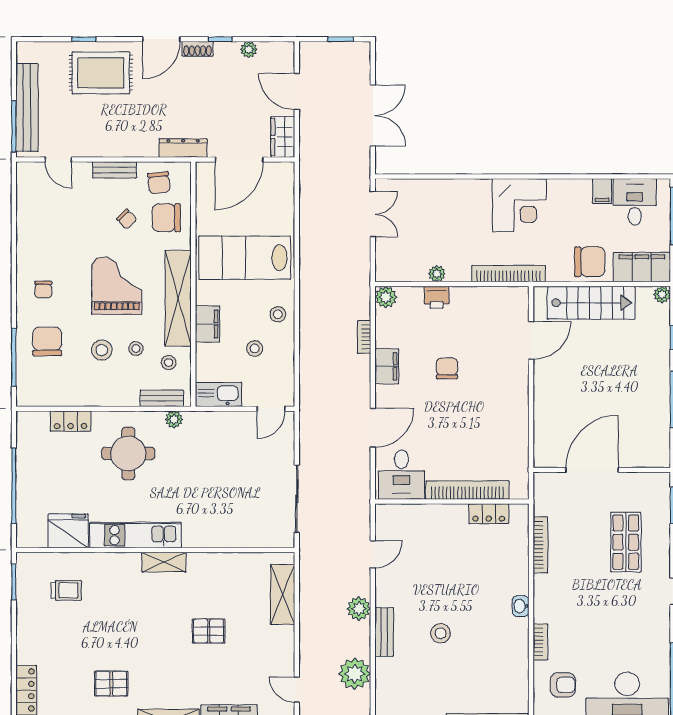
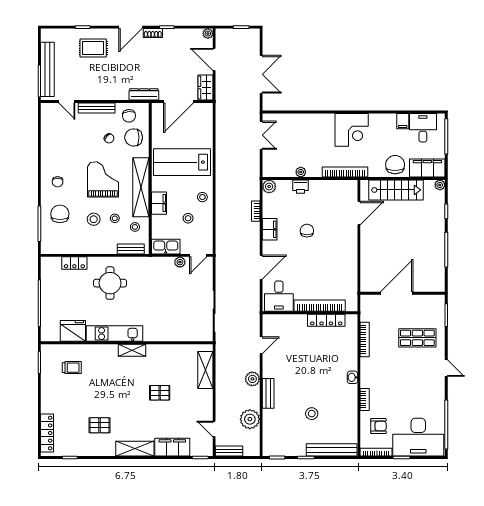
plant: (249, 49) -> (208, 34), moved
rug: (101, 73) -> (93, 48), width x0.73, depth x0.70
bench: (114, 170) -> (97, 108), width x1.36
chair: (590, 262) -> (395, 165), turned -90
plant: (174, 419) -> (180, 262), moved
locker: (489, 514) -> (326, 320), width x1.53
shop shelf: (626, 542) -> (417, 338), turned 90
stool: (441, 633) -> (312, 414), moved

